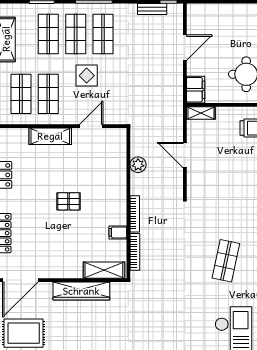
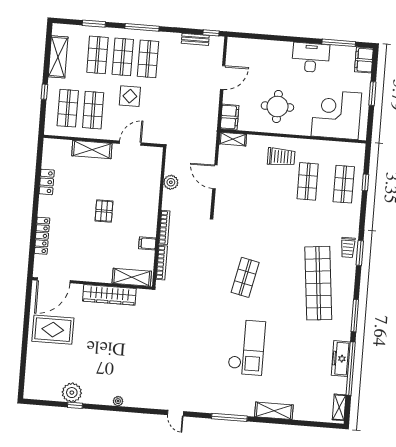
pallet: (69, 201) -> (104, 211), turned 90

